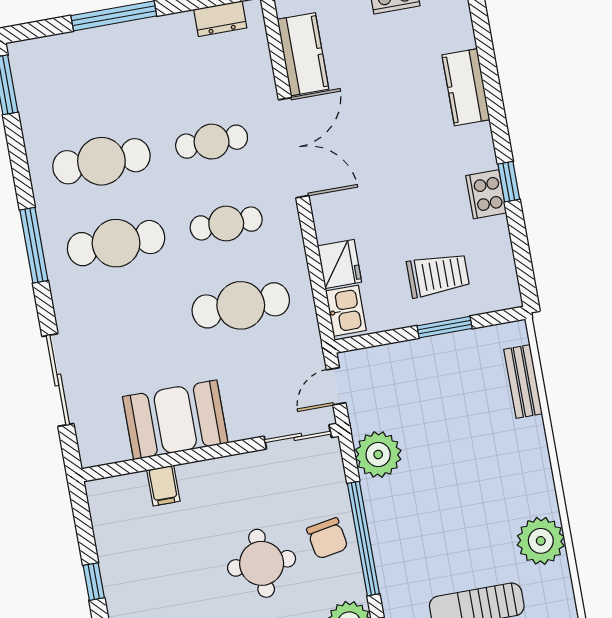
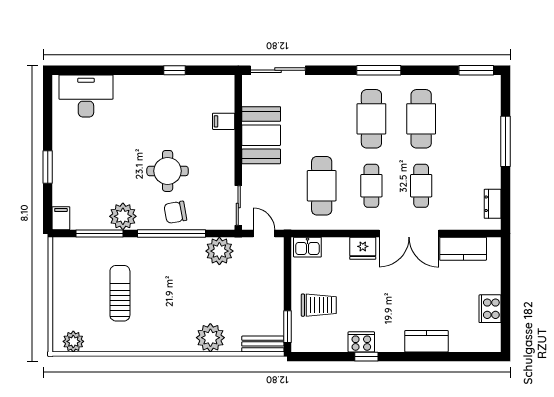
fridge: (340, 264) -> (363, 248), moved
trolley: (438, 275) -> (319, 305), turned -90
window: (445, 327) -> (287, 327), moved
sliding door: (58, 380) -> (278, 70), moved
bench: (523, 382) -> (263, 344), moved
plant: (541, 541) -> (210, 338), moved

